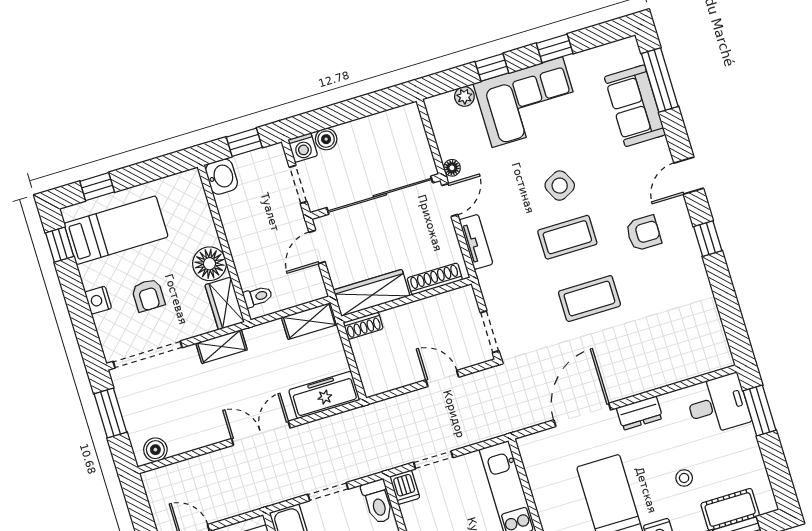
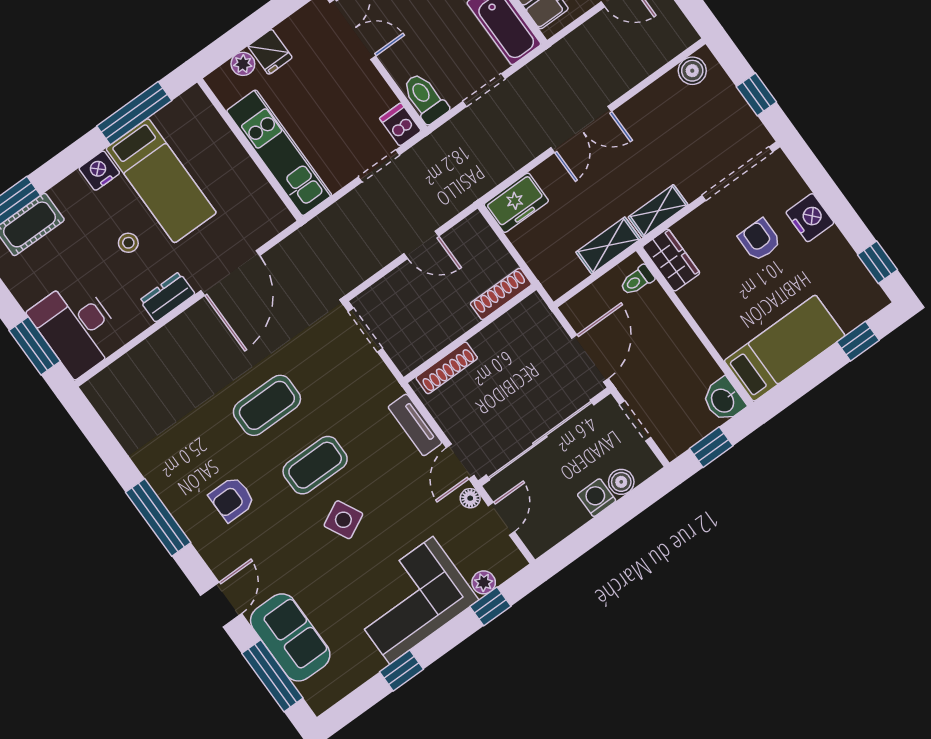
window: (492, 67) -> (490, 606), moved
door: (433, 143) -> (501, 519), added
washing machine: (303, 148) -> (597, 498), moved
door: (689, 176) -> (221, 605), moved
bed: (116, 230) -> (785, 348), moved, turned 180
window: (708, 239) -> (158, 517), width x2.17
door: (317, 247) -> (590, 358), width x1.38
floor lamp: (209, 264) -> (703, 298), removed
wardrobe: (372, 293) -> (512, 328), removed
nightstand: (98, 300) -> (810, 218), width x1.36, depth x1.33
shelving: (309, 321) -> (608, 245), moved
shoe rack: (363, 326) -> (501, 294), width x1.43
door: (442, 378) -> (421, 245), moved
freezer: (324, 395) -> (516, 203), width x0.71
desk: (718, 404) -> (77, 327), width x1.37
window: (110, 413) -> (756, 94), width x0.67
stool: (684, 478) -> (128, 243), moved

